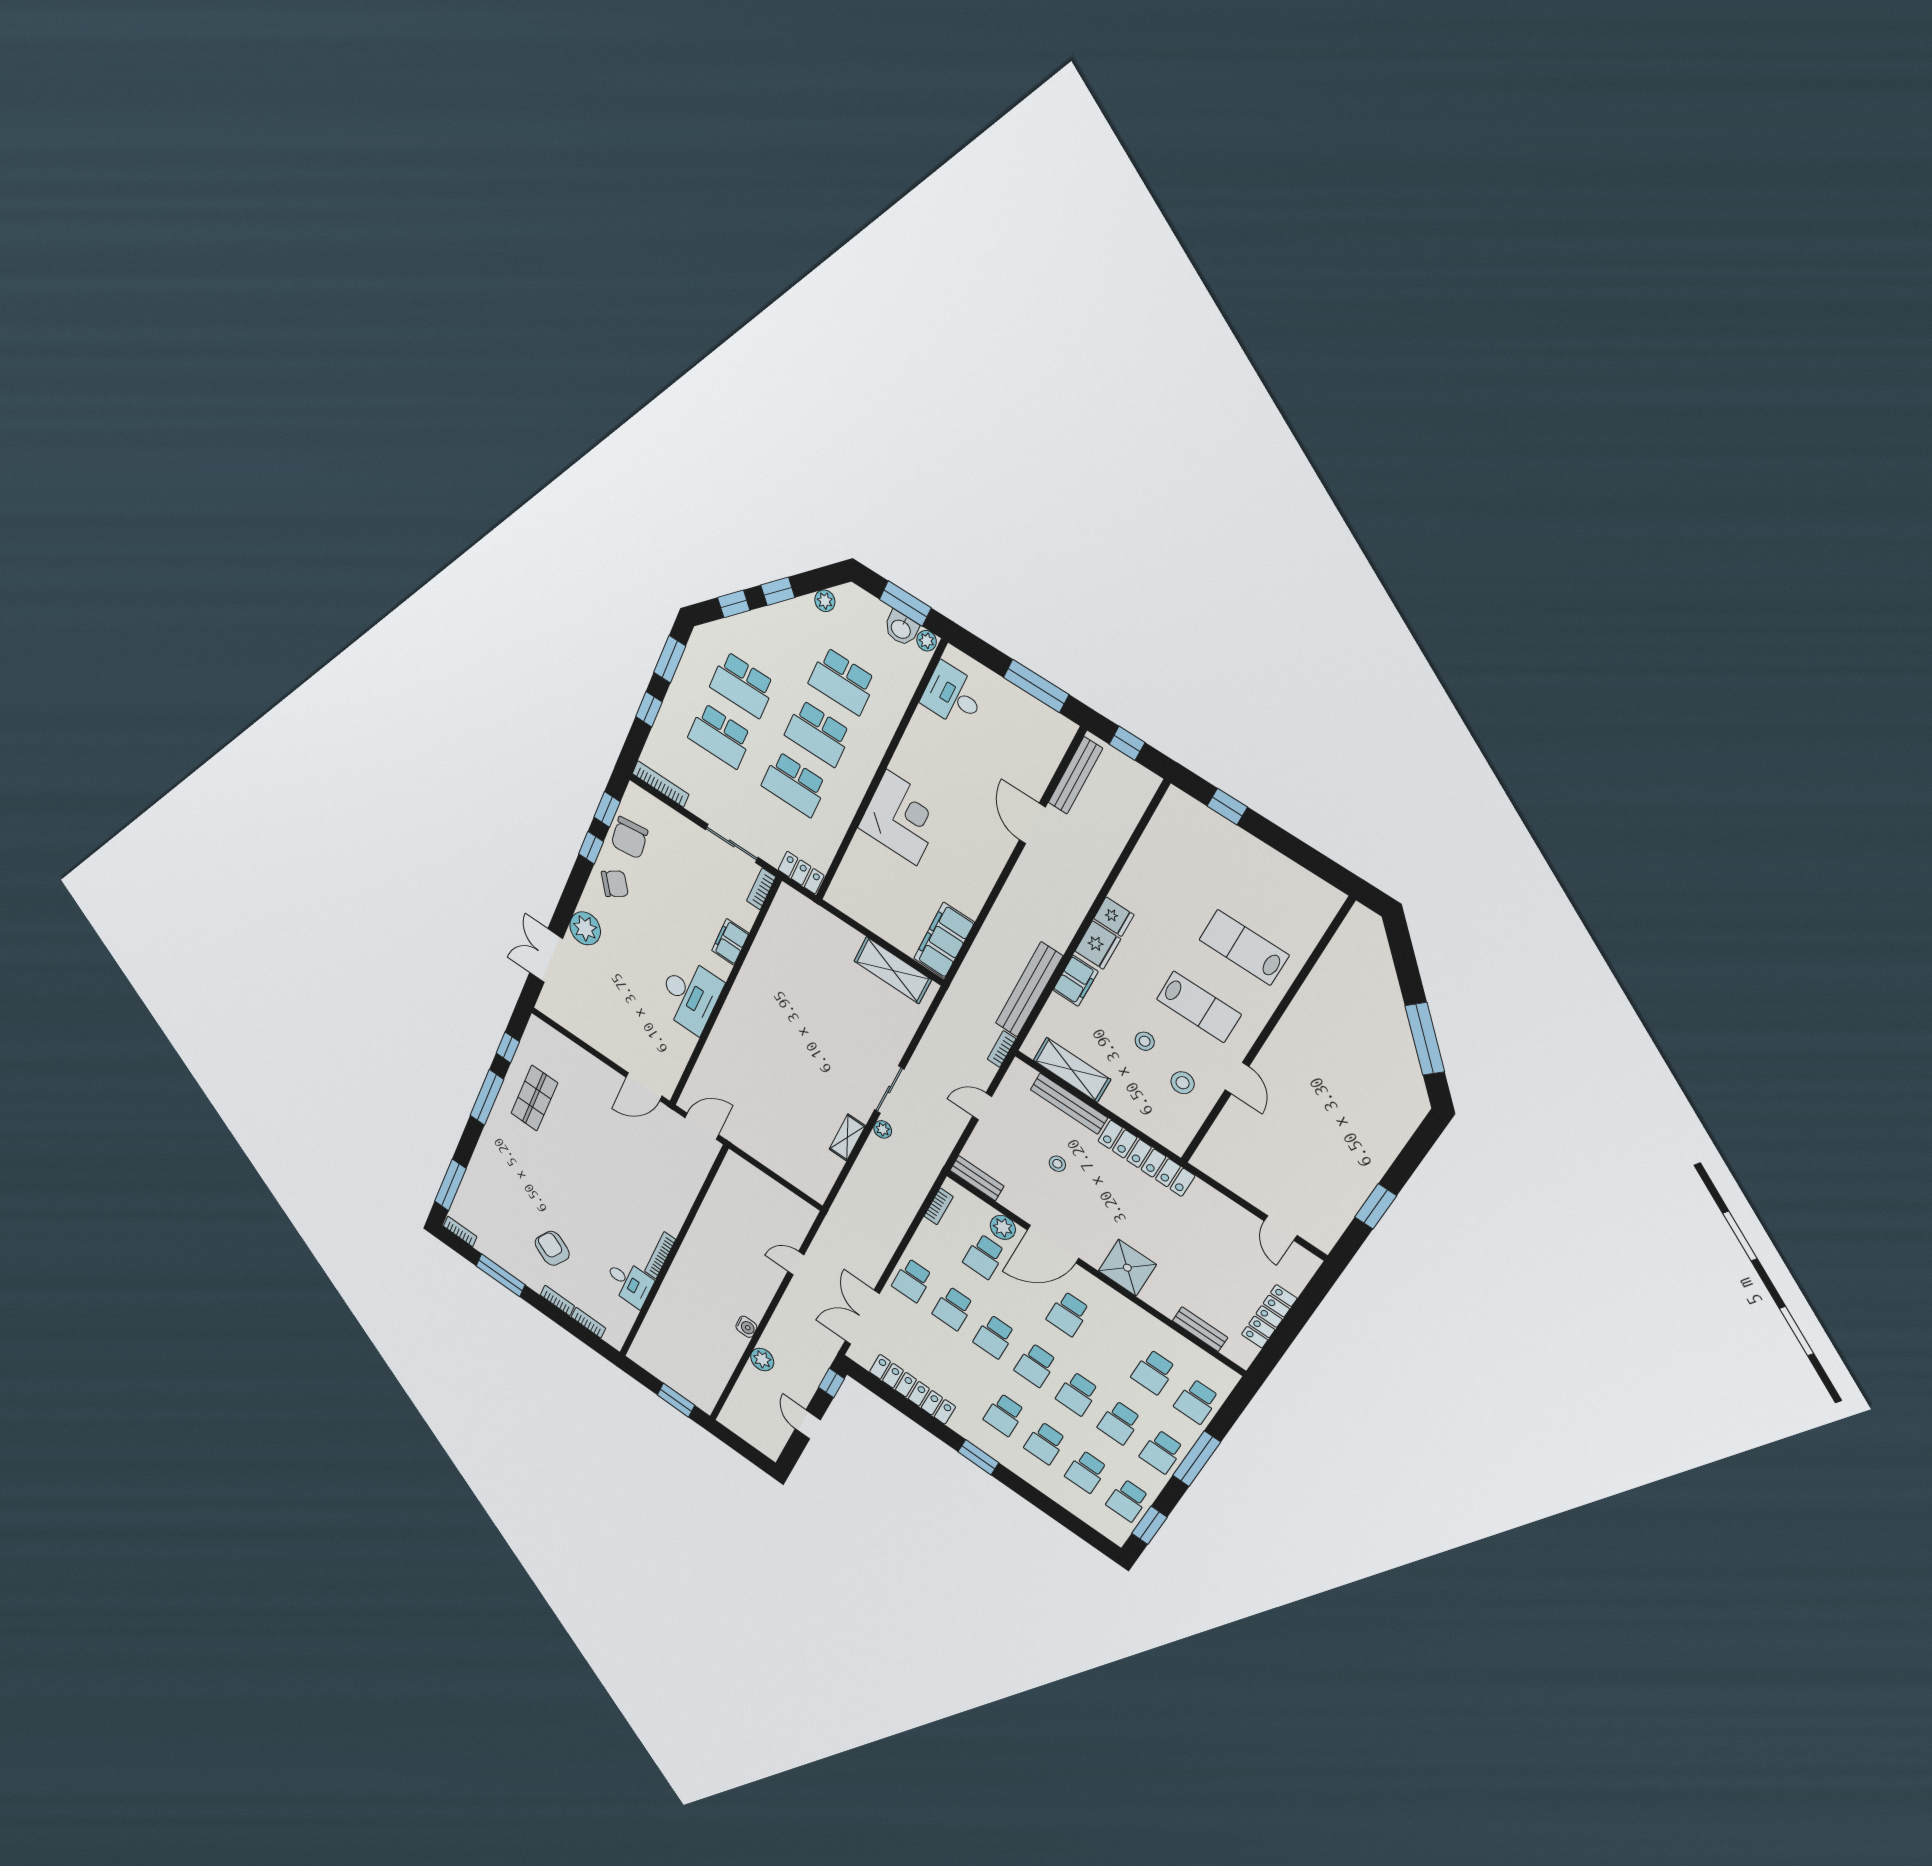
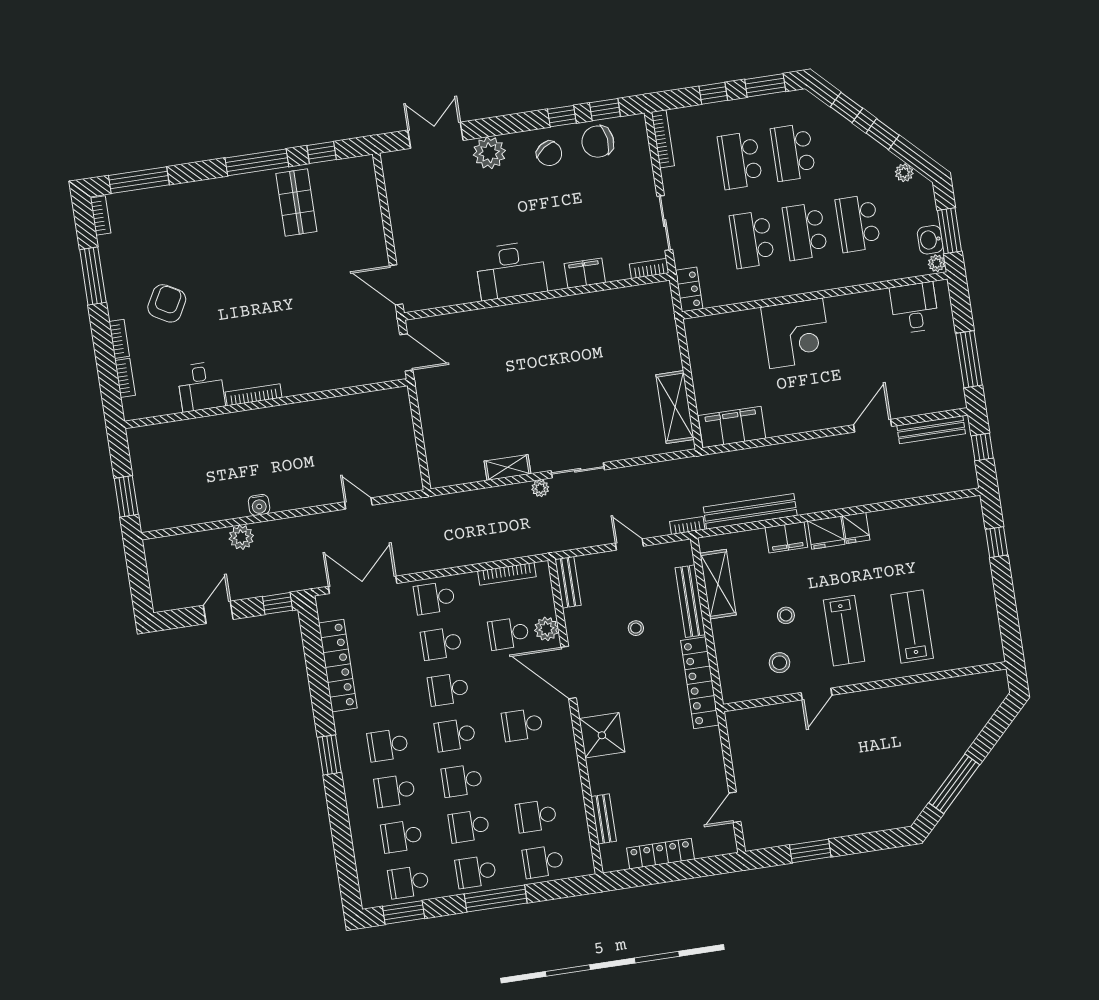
shop shelf: (534, 1098) -> (296, 203), turned 90
bookcase: (939, 1206) -> (507, 574), width x1.56

